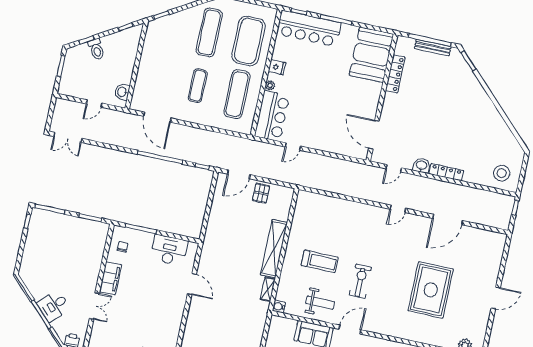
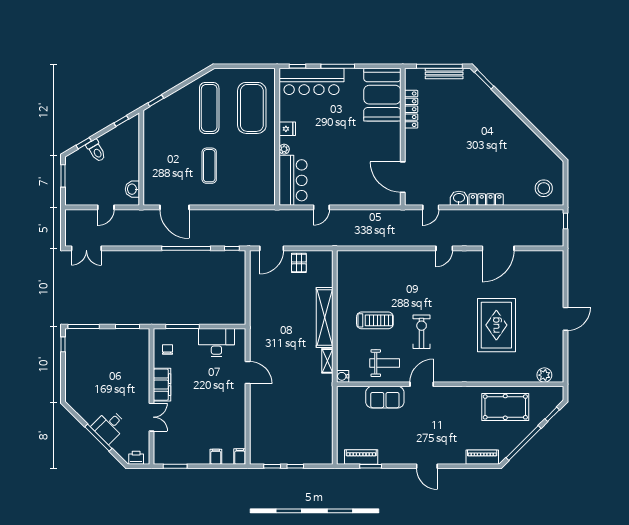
exercise mat: (237, 94) -> (252, 166), removed

